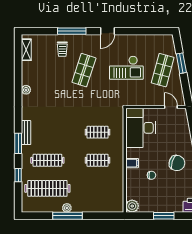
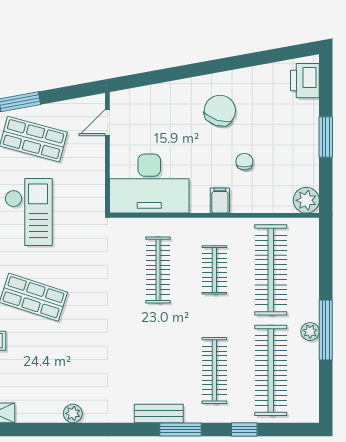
clothes rail: (98, 132) -> (158, 270), width x1.36
clothes rail: (98, 188) -> (271, 270), added

